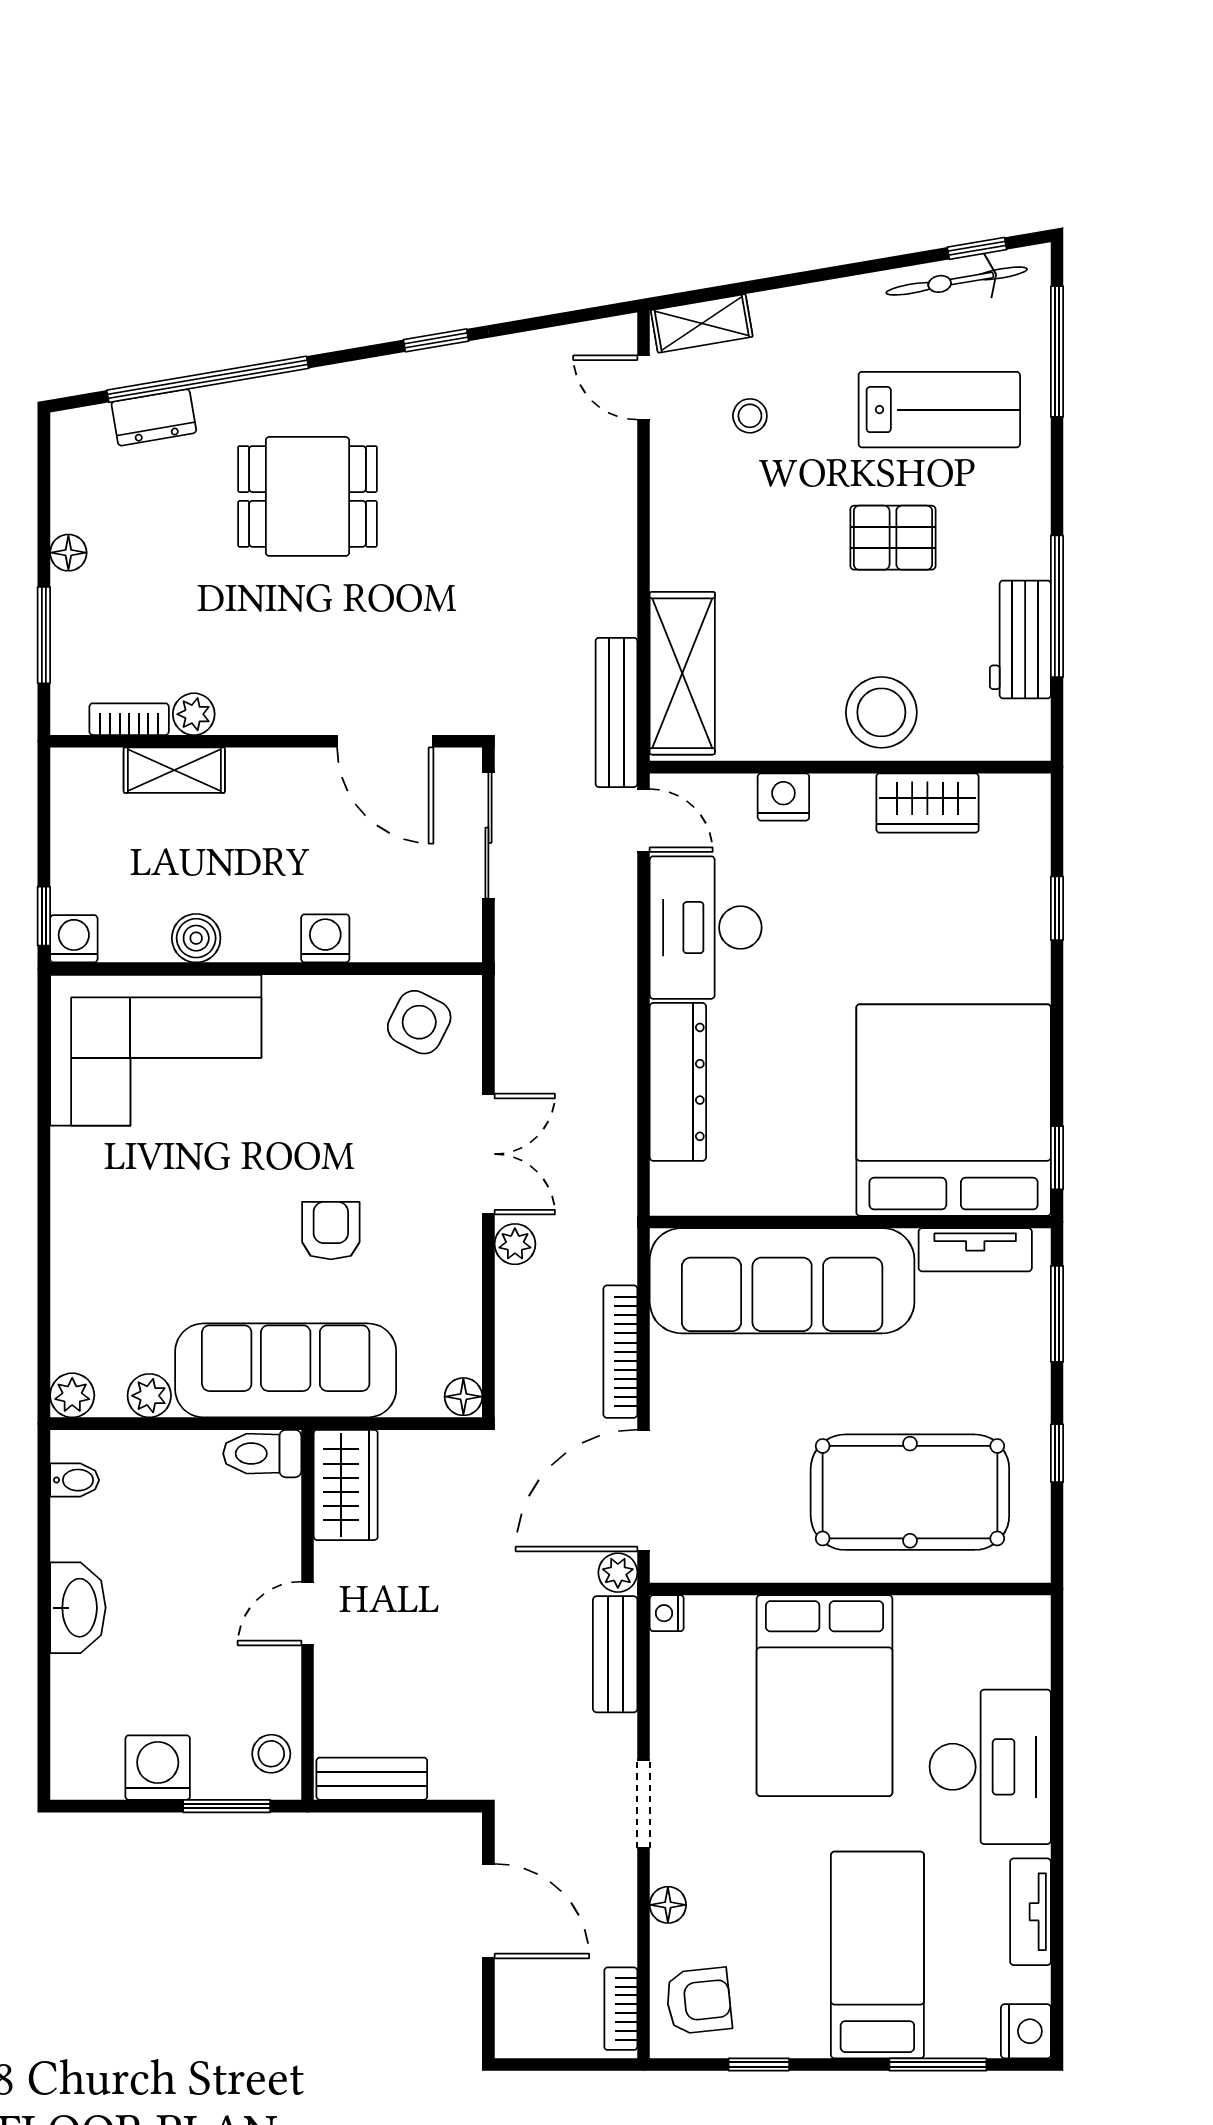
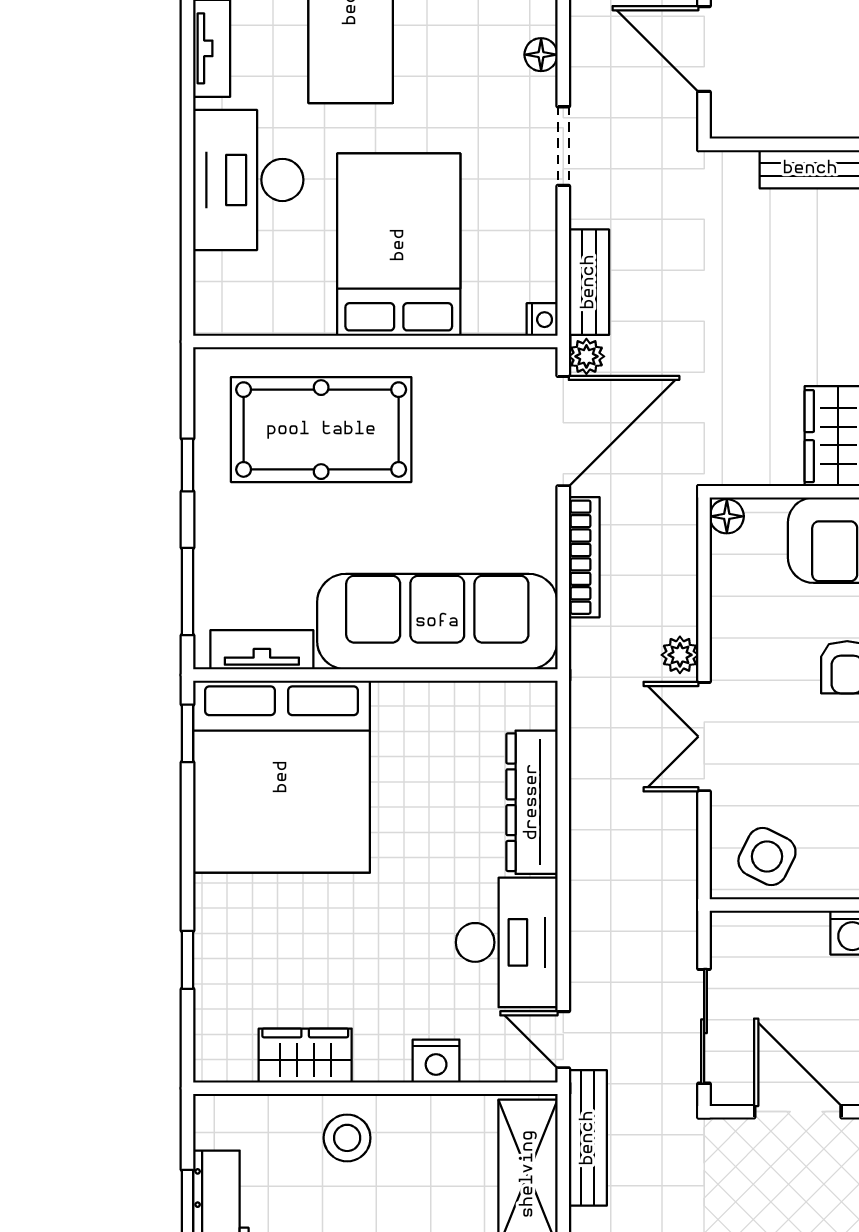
stool: (881, 712) -> (347, 1138), width x0.73, depth x0.73

